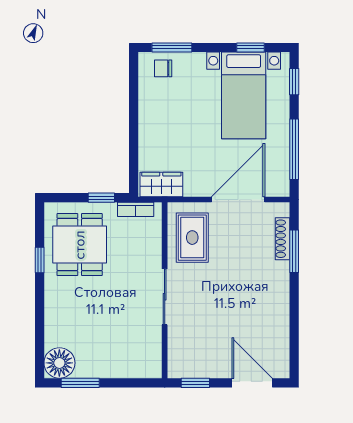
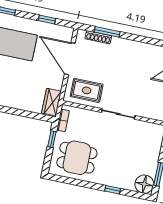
window: (294, 149) -> (47, 19), width x0.46
window: (40, 260) -> (113, 190), moved

